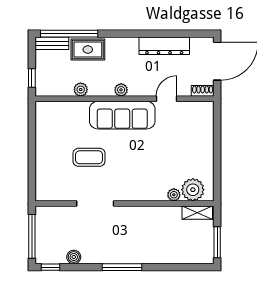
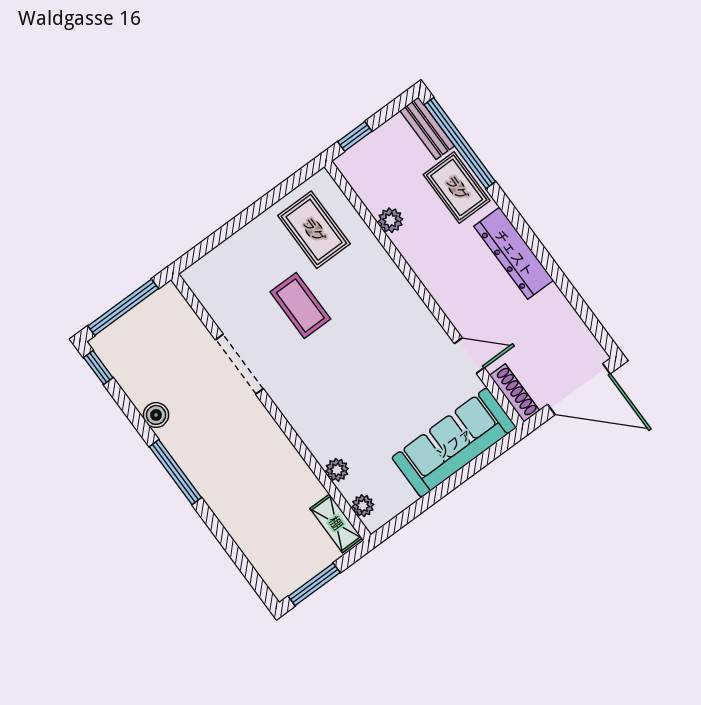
dresser: (164, 46) -> (514, 253), moved
plant: (121, 90) -> (433, 280), removed
shoe rack: (203, 91) -> (515, 393), width x1.43
sofa: (122, 115) -> (454, 443), moved, turned 90
rug: (60, 126) -> (314, 230), added
plant: (193, 190) -> (363, 506), width x0.53, depth x0.53
boiler: (74, 257) -> (156, 415), moved

